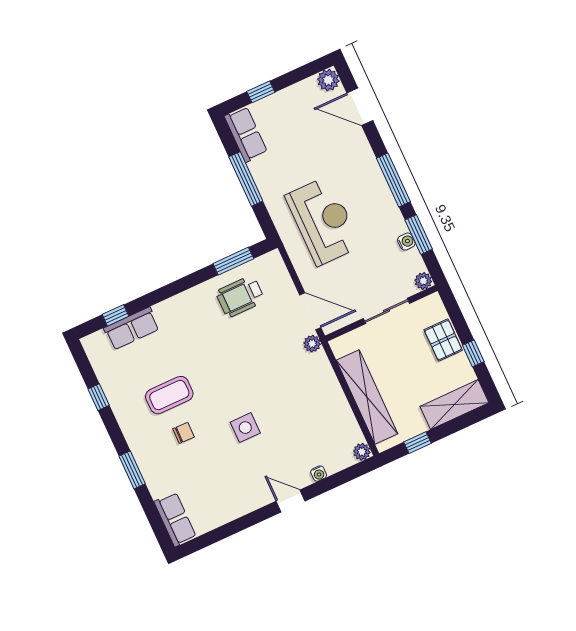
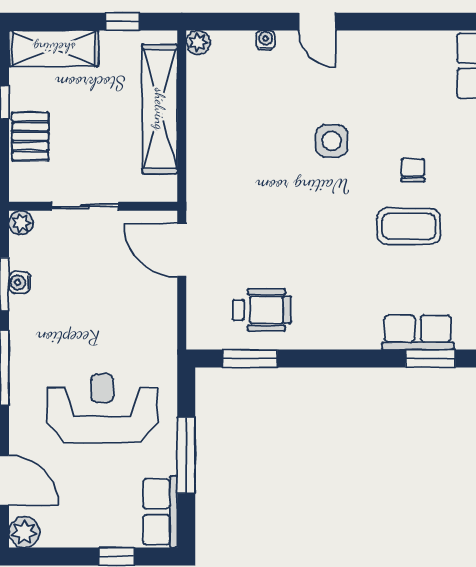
reception desk: (323, 221) -> (102, 408), moved, turned 90
window: (116, 315) -> (430, 358), width x1.50
plant: (312, 344) -> (198, 208), removed
chair: (183, 433) -> (413, 170), turned 89

